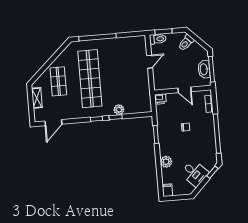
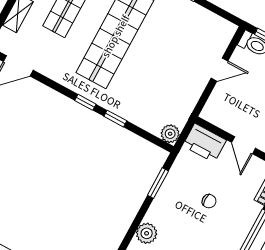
printer: (160, 99) -> (204, 143), width x1.87, depth x1.48
plant: (119, 110) -> (170, 134), moved

